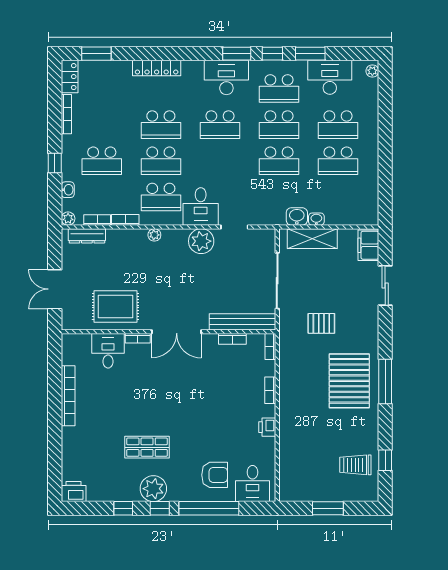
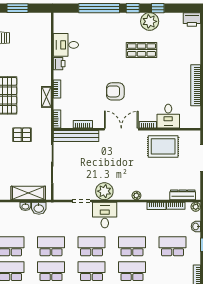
school desk: (161, 197) -> (92, 246), moved
shelving: (286, 379) -> (46, 97), added
armchair: (215, 475) -> (115, 91), moved
desk: (252, 484) -> (66, 45), moved, turned -90
plant: (153, 489) -> (150, 21), moved

